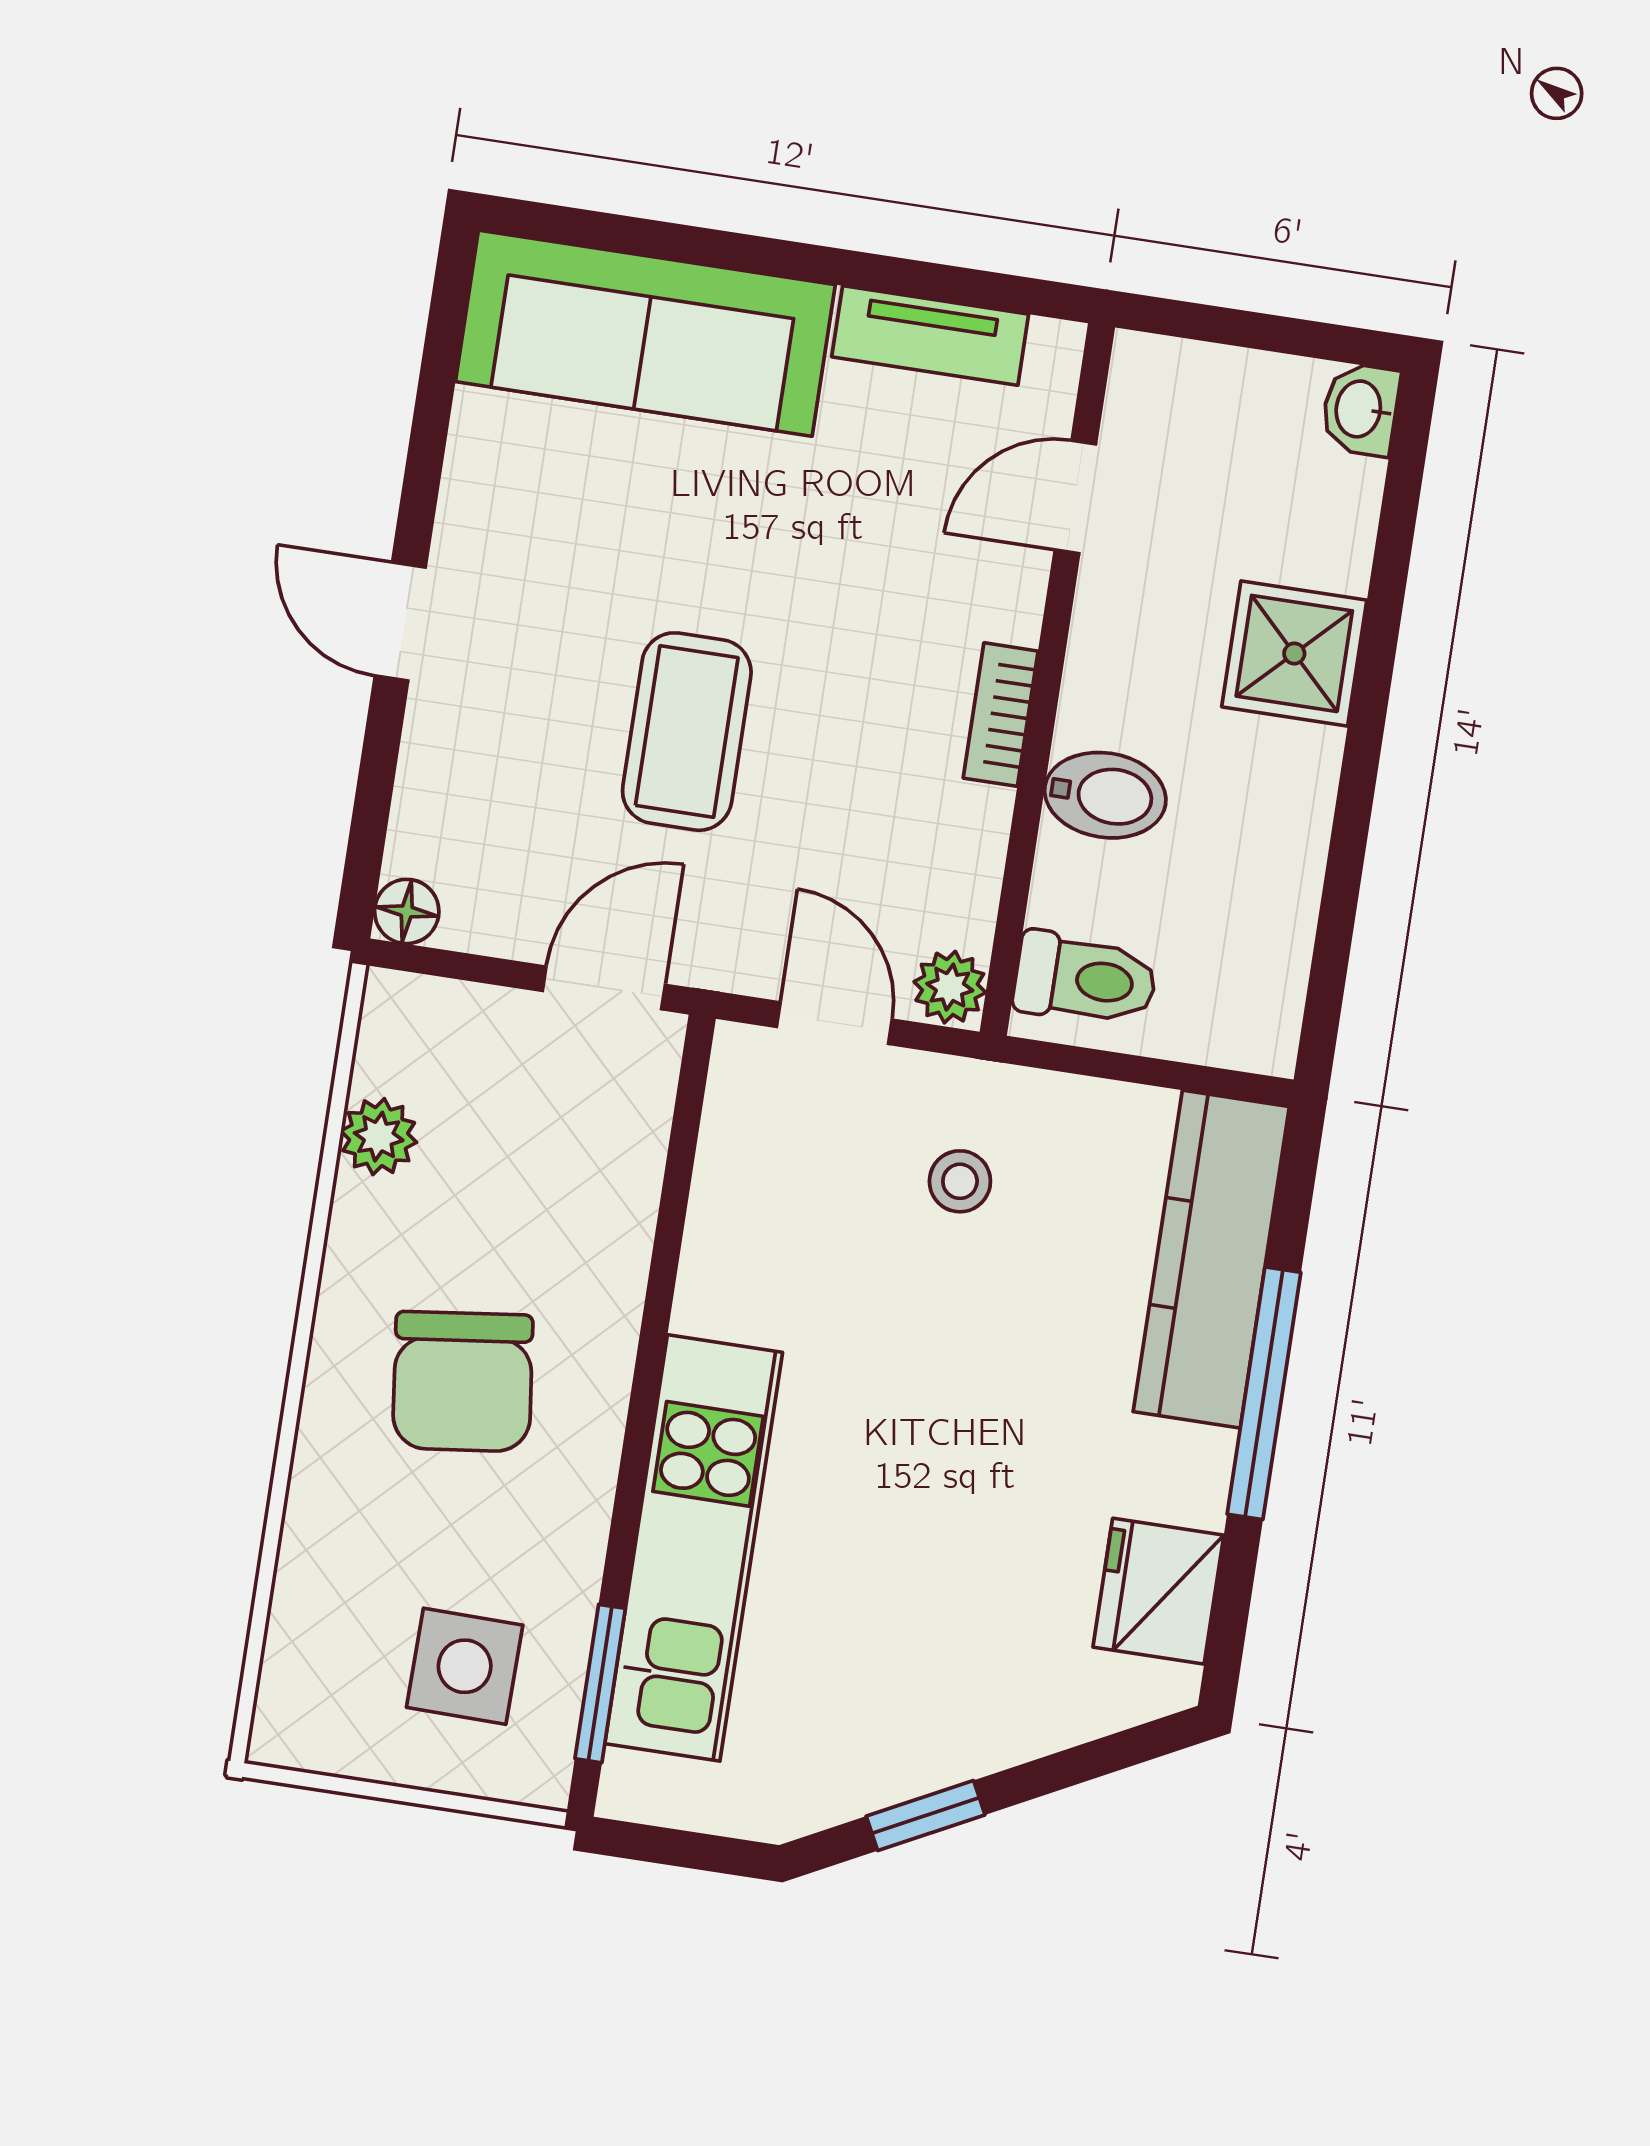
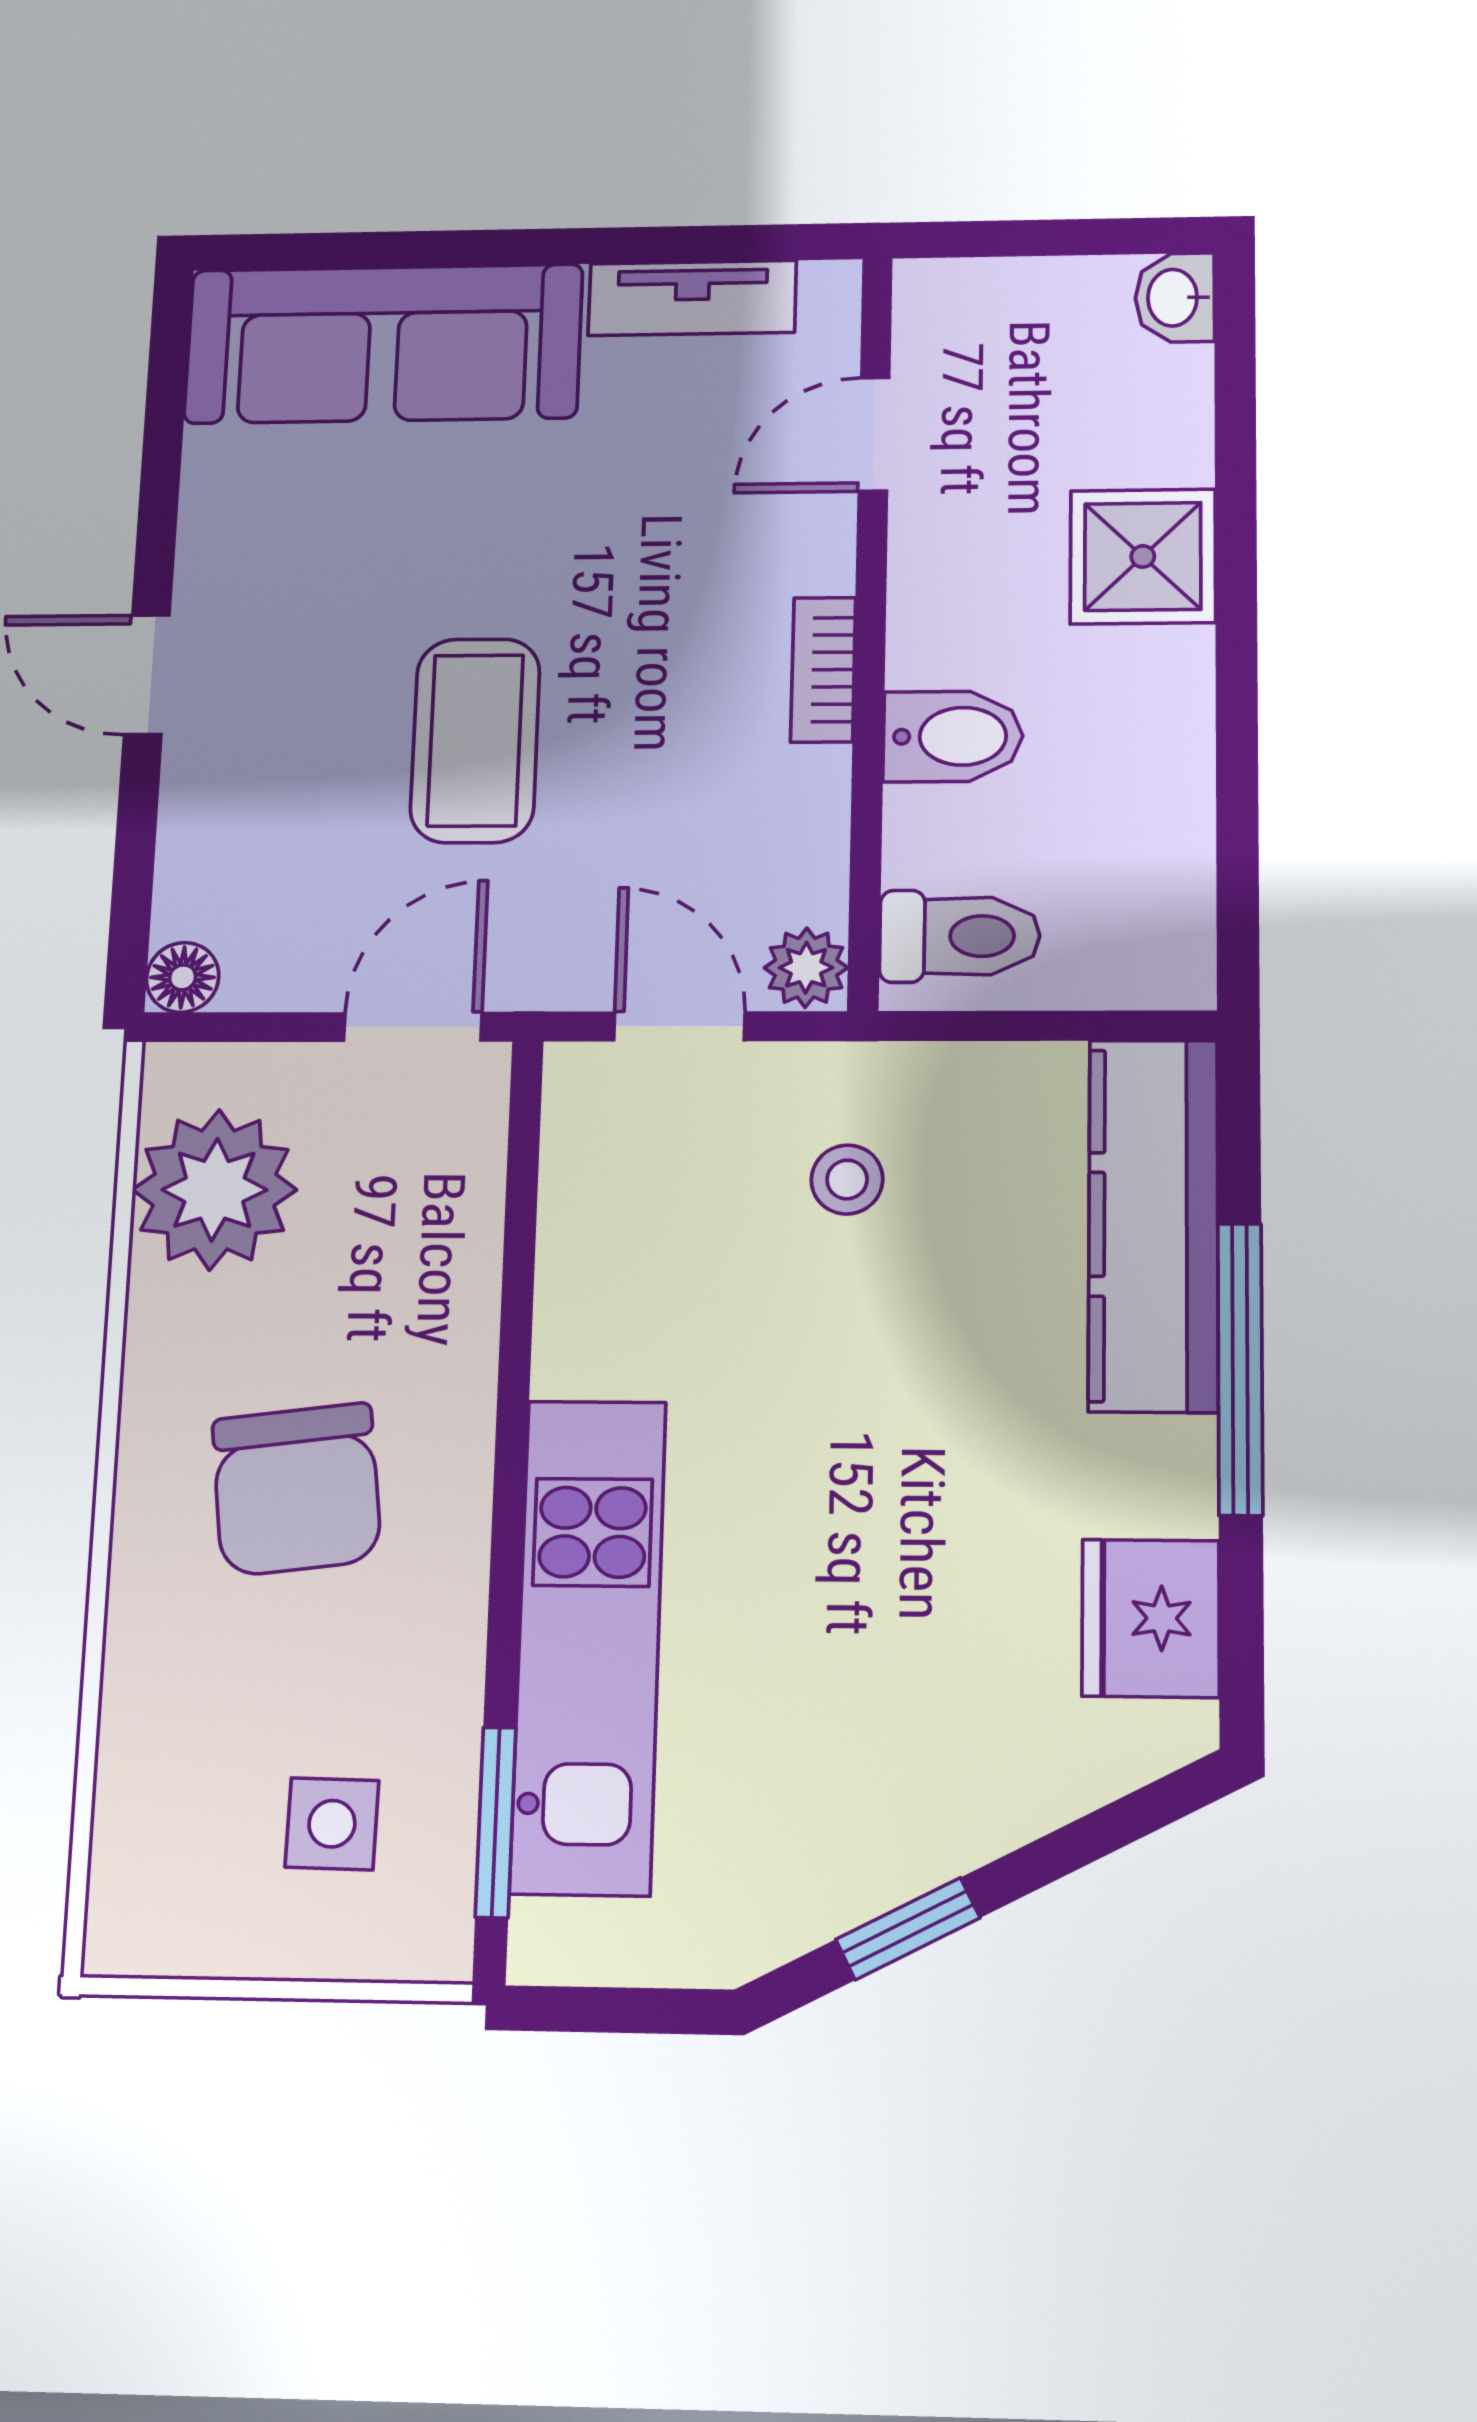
plant: (379, 1137) -> (214, 1190), width x1.88, depth x1.88
side table: (465, 1666) -> (332, 1824), width x0.73, depth x0.73

